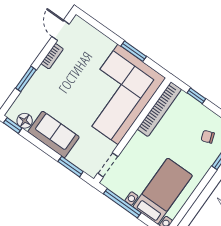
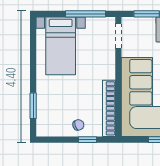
chair: (208, 137) -> (78, 125), moved

